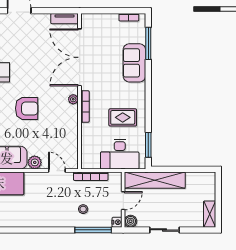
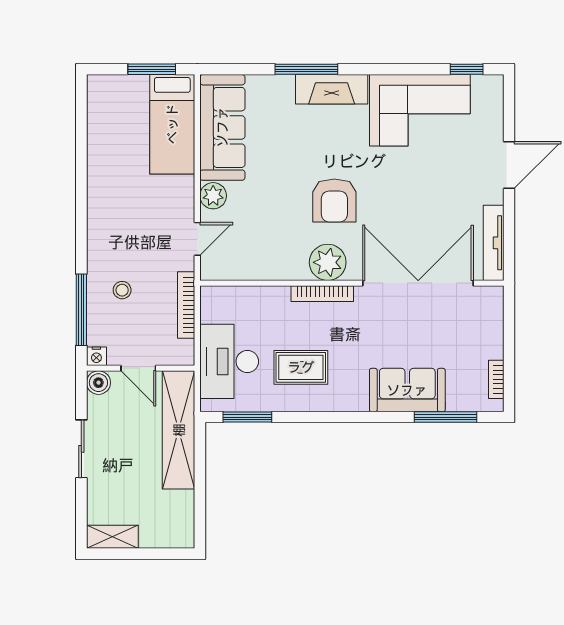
tv unit: (65, 19) -> (494, 243), width x1.41
plant: (73, 99) -> (328, 262), width x1.88, depth x1.88
armchair: (27, 108) -> (334, 200), moved
rug: (123, 117) -> (301, 367), turned 90

